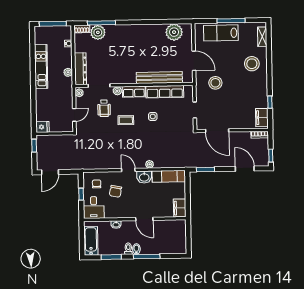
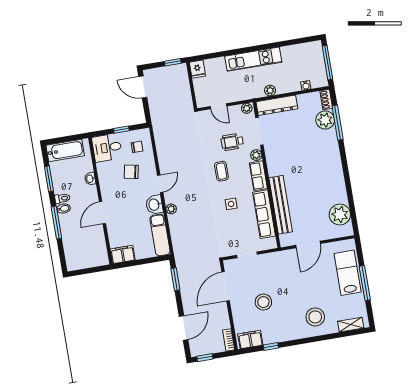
kitchen unit: (41, 67) -> (253, 59), moved
stool: (215, 83) -> (263, 302), moved

